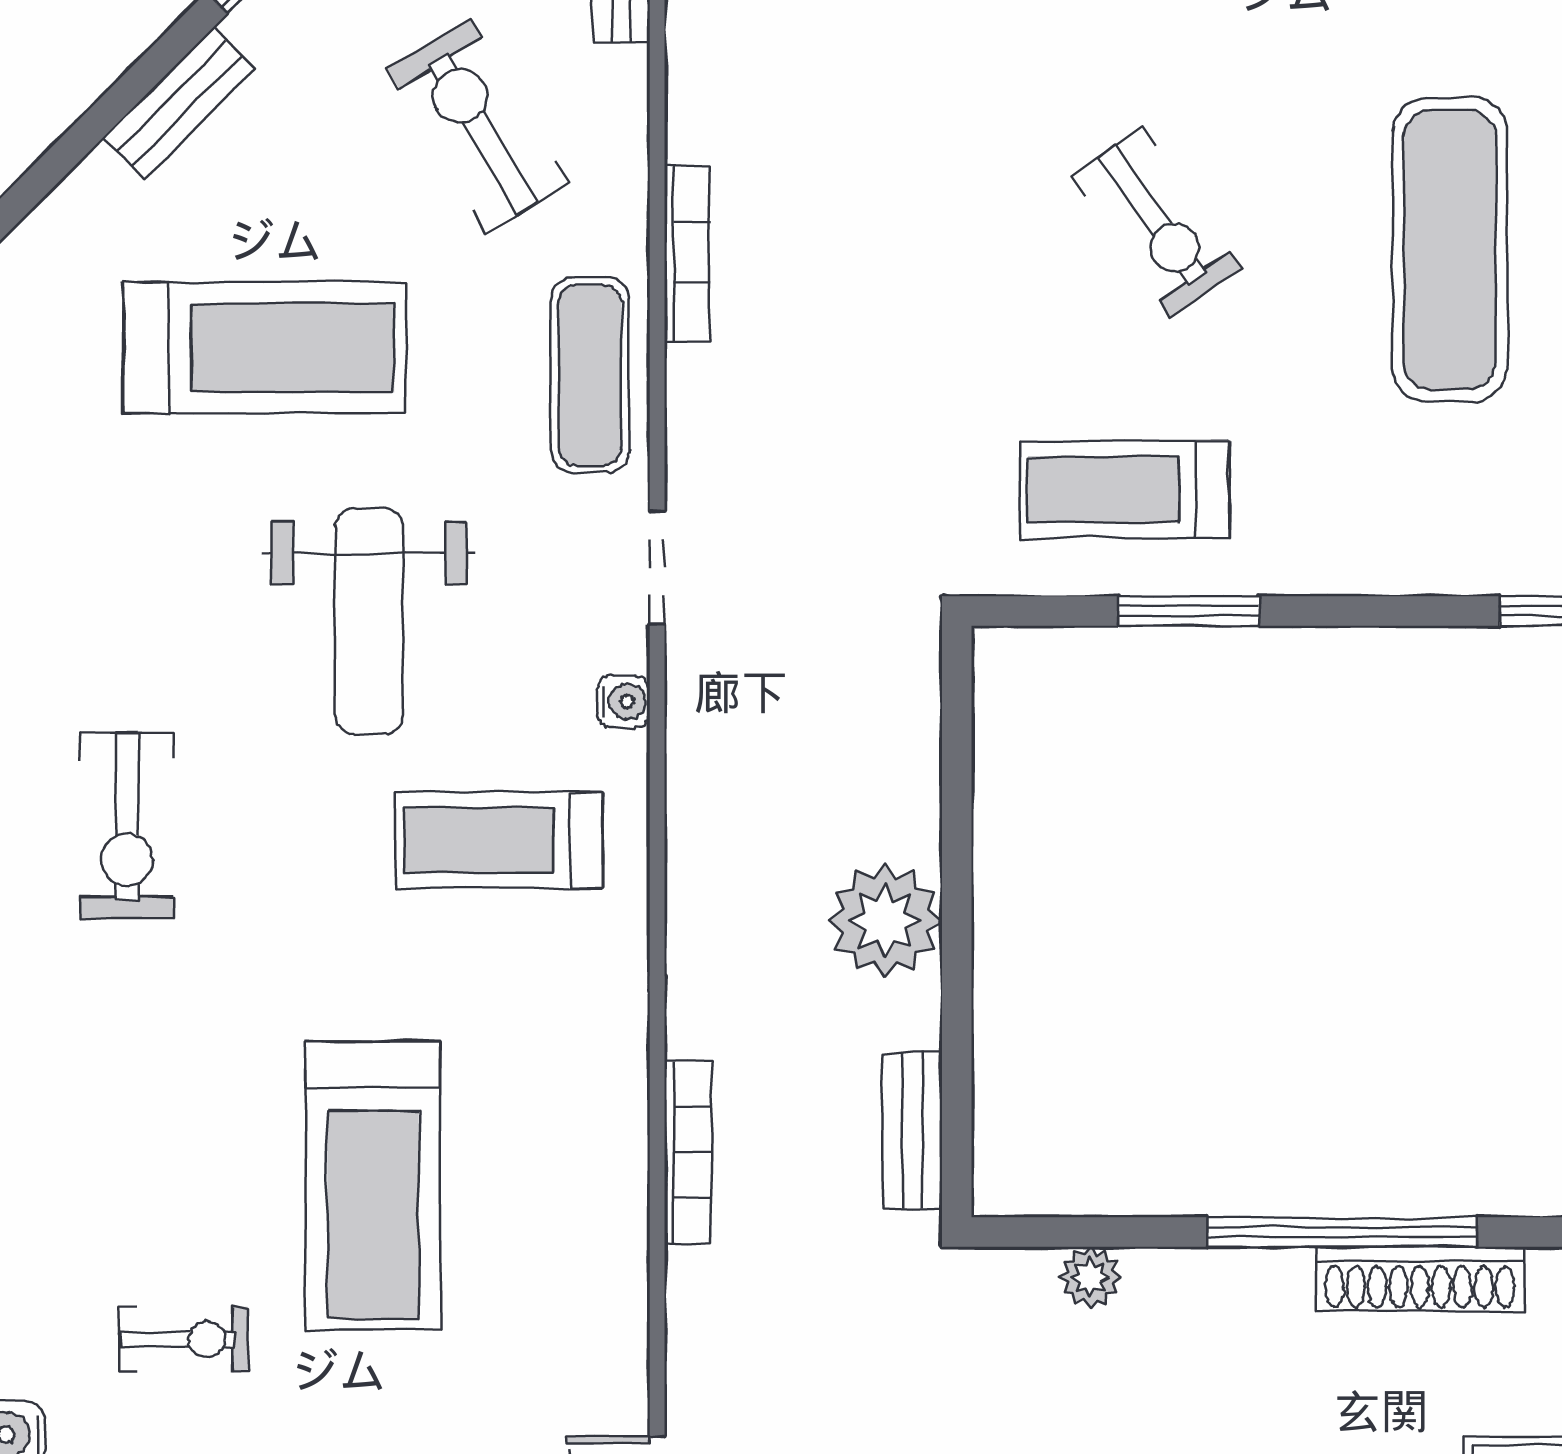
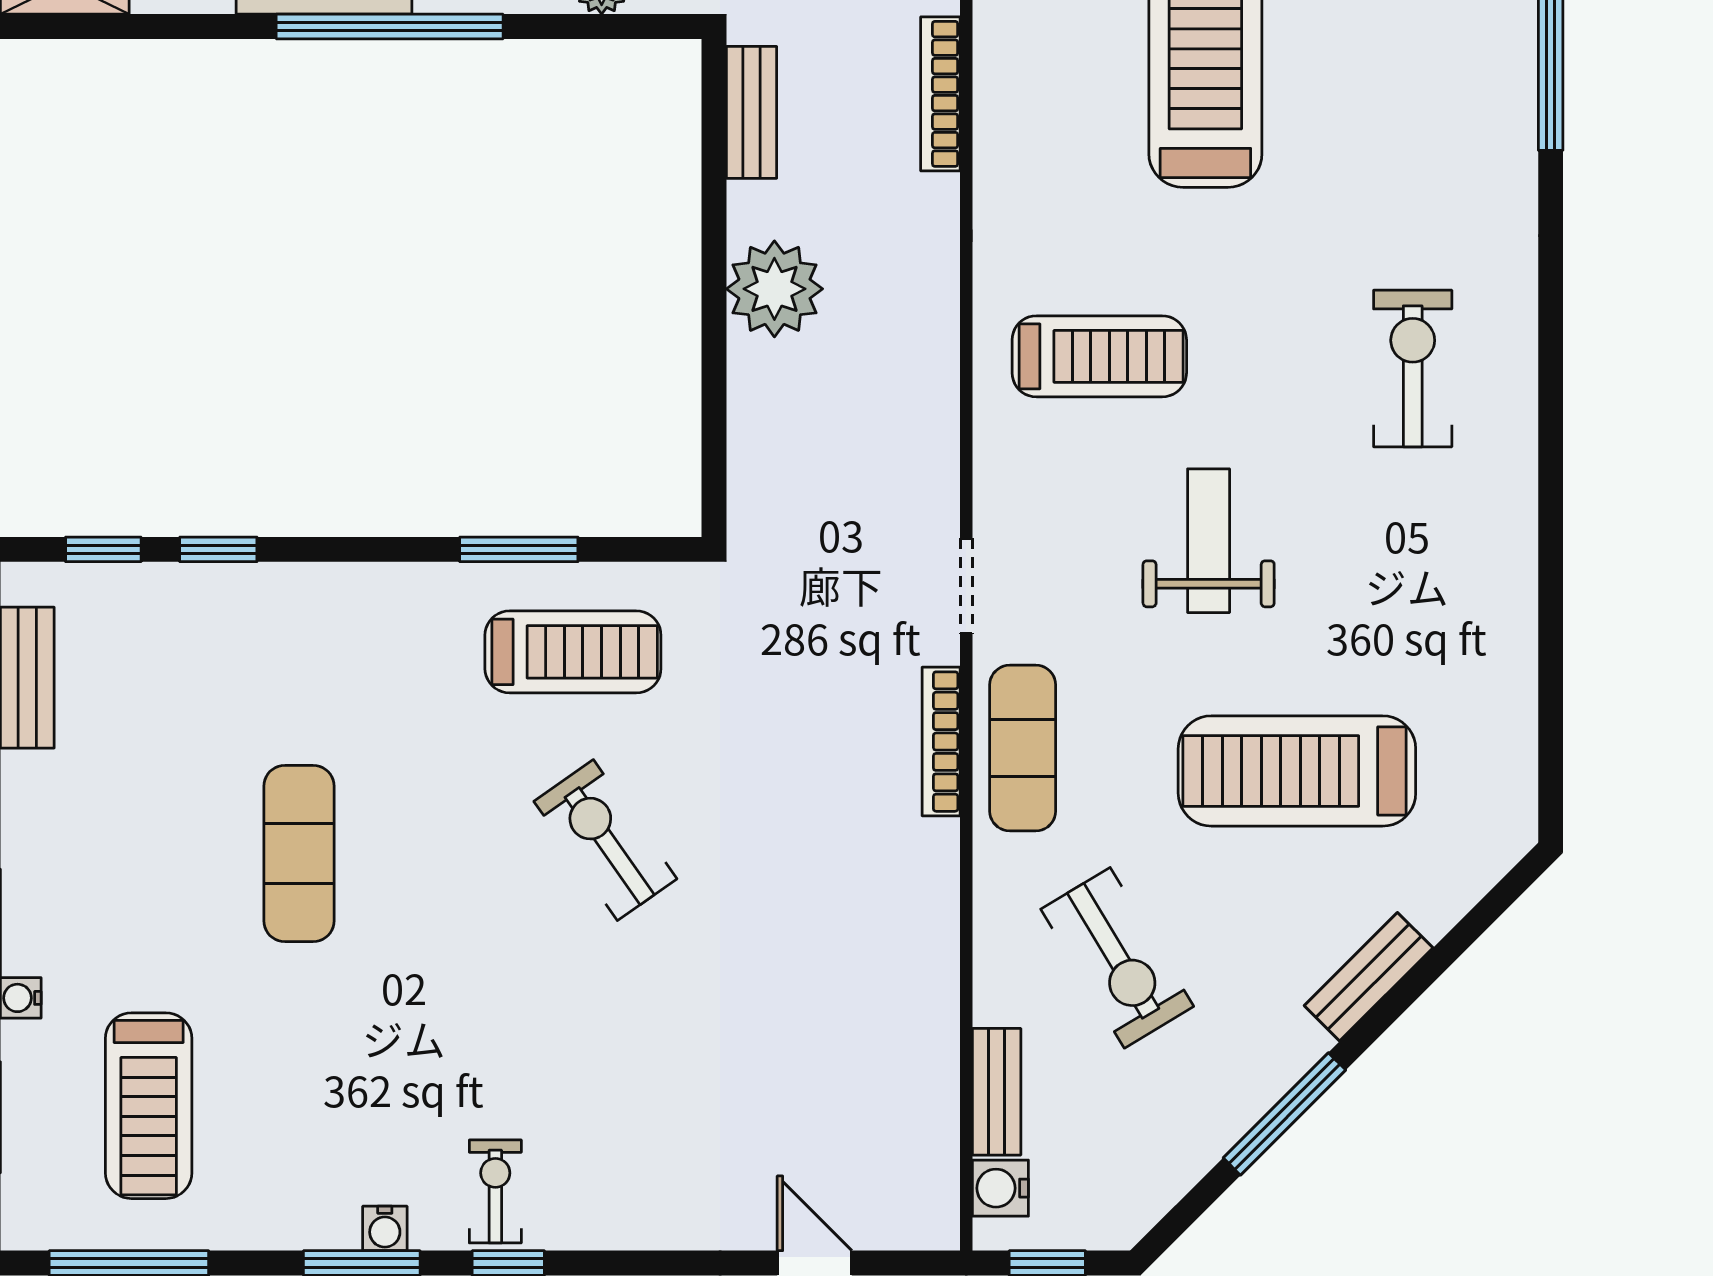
exercise bike: (1157, 222) -> (605, 840), moved
exercise mat: (1450, 250) -> (299, 853), width x0.73, depth x0.69
bookcase: (687, 253) -> (941, 742), moved
weight bench: (369, 621) -> (1209, 541), width x0.73, depth x0.75
water cooler: (623, 701) -> (995, 473), removed

